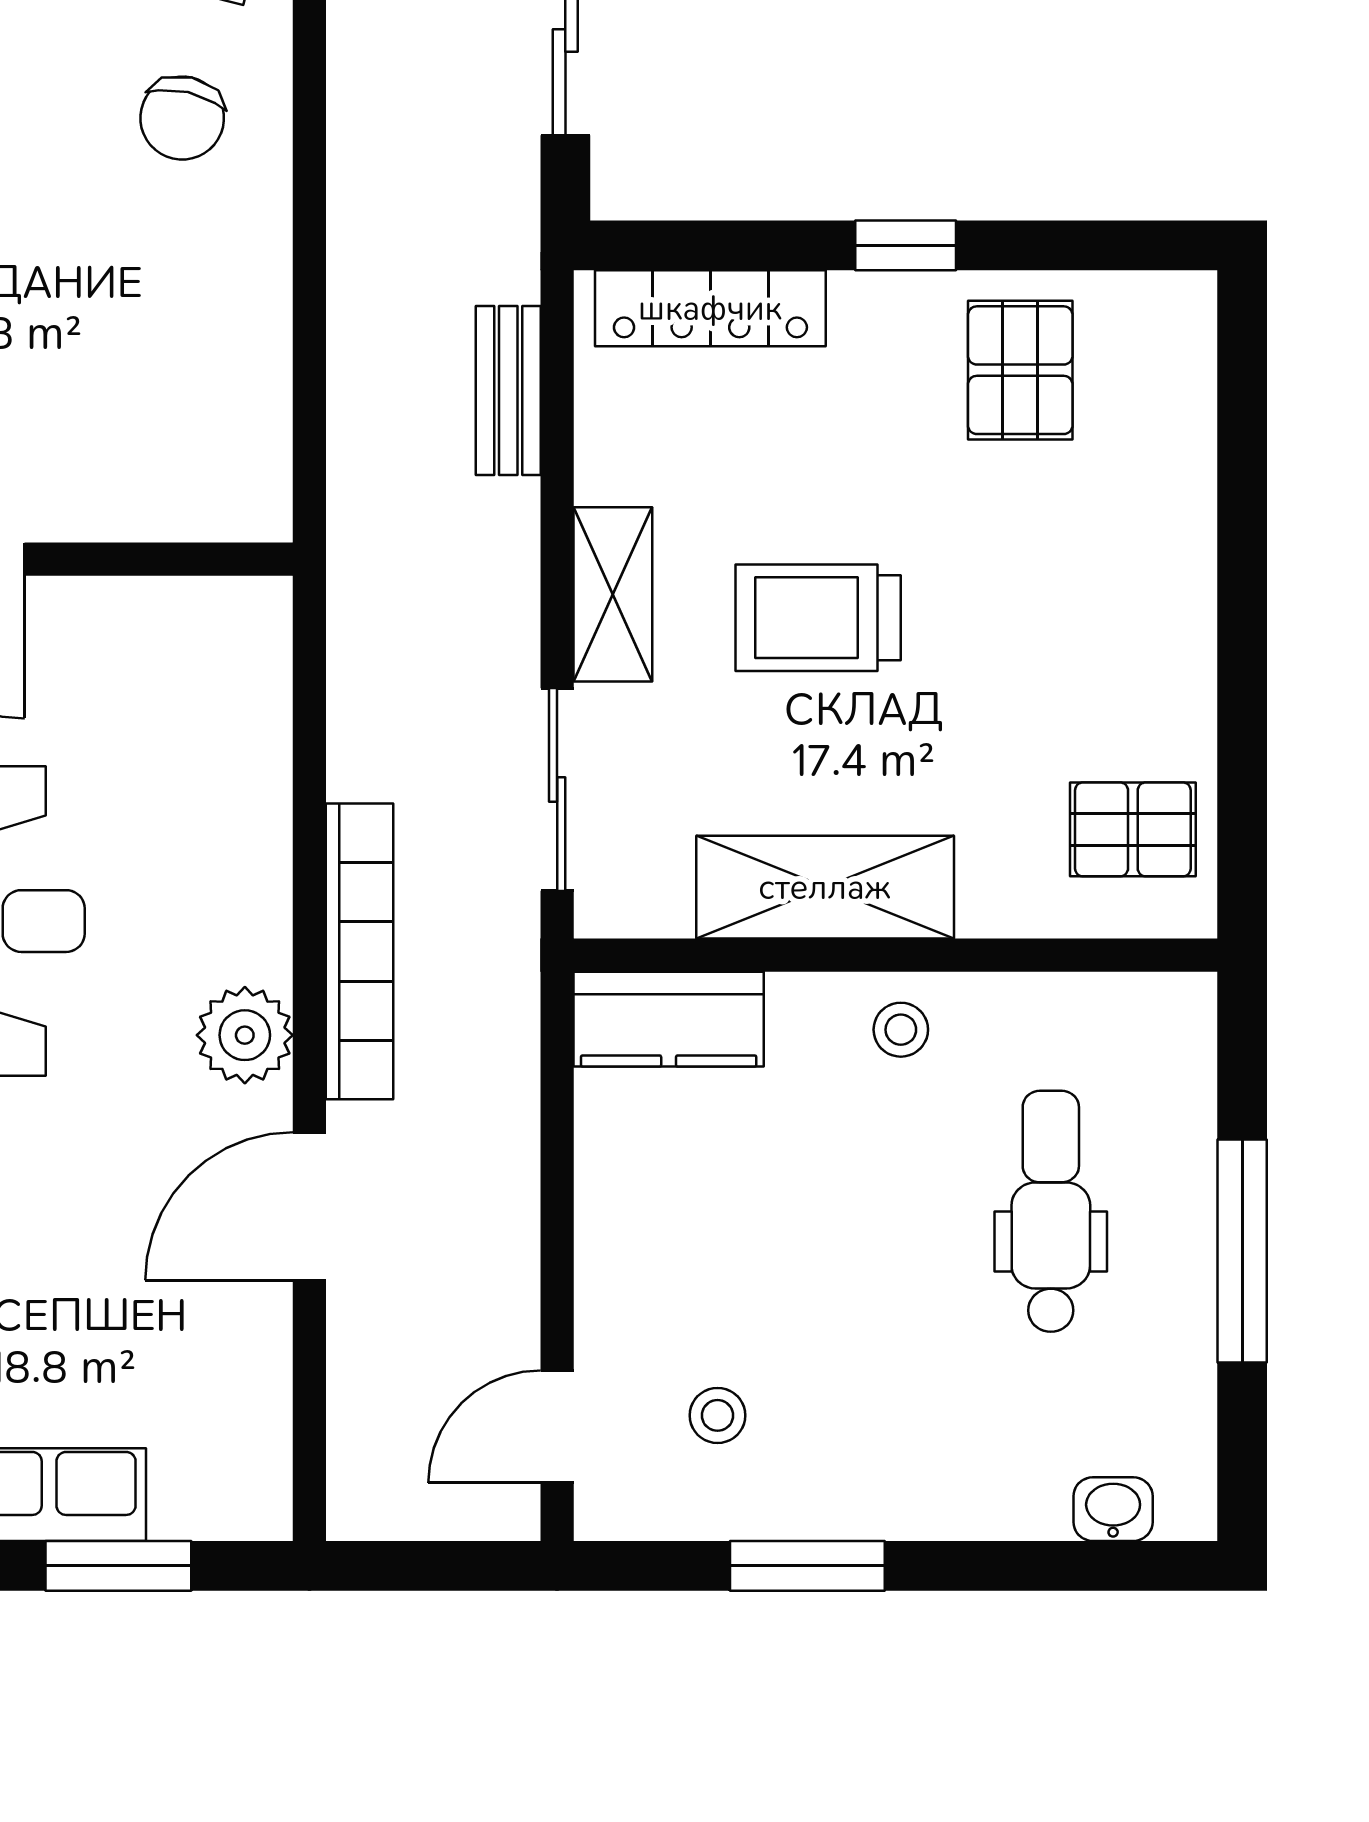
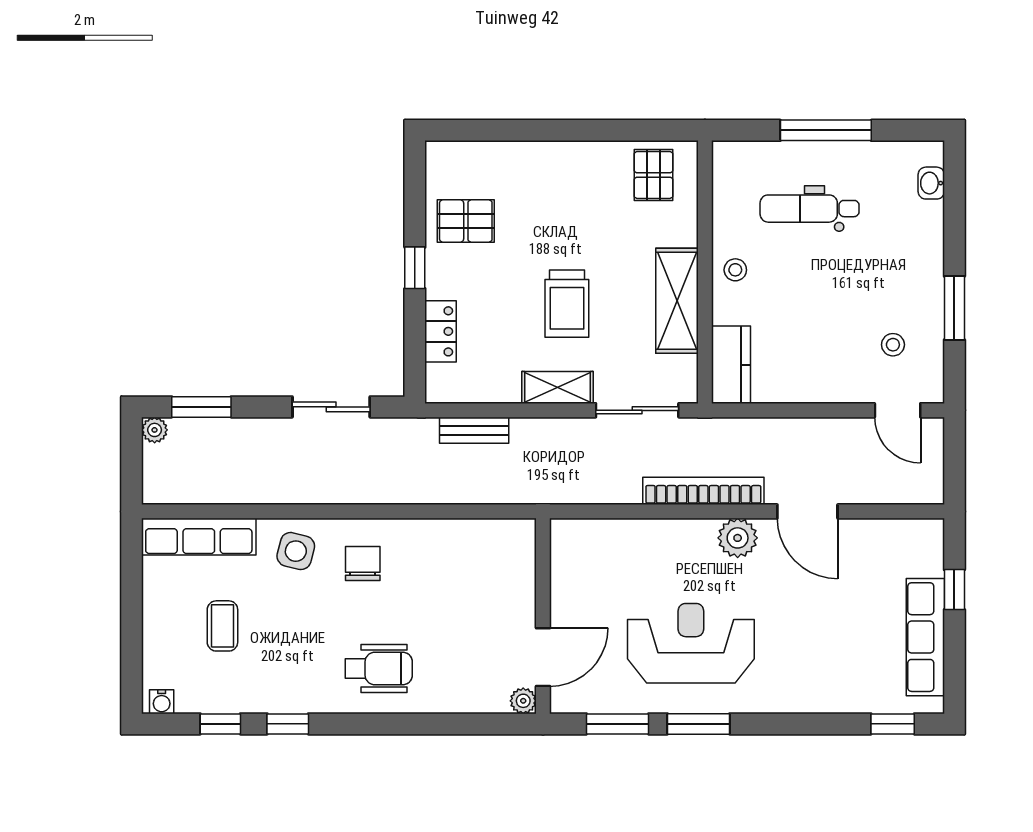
chair: (182, 118) -> (363, 563), turned -103
locker: (710, 308) -> (441, 331), width x0.66
window: (118, 1566) -> (954, 590), width x0.67

